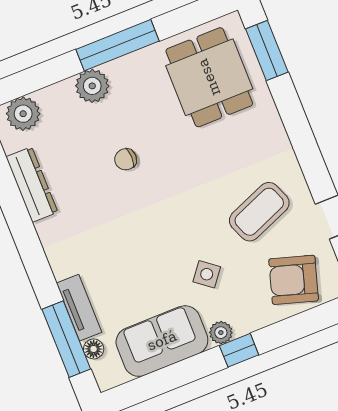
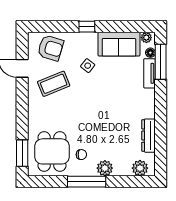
chair: (126, 159) -> (81, 155), moved
plant: (221, 333) -> (146, 38), moved

